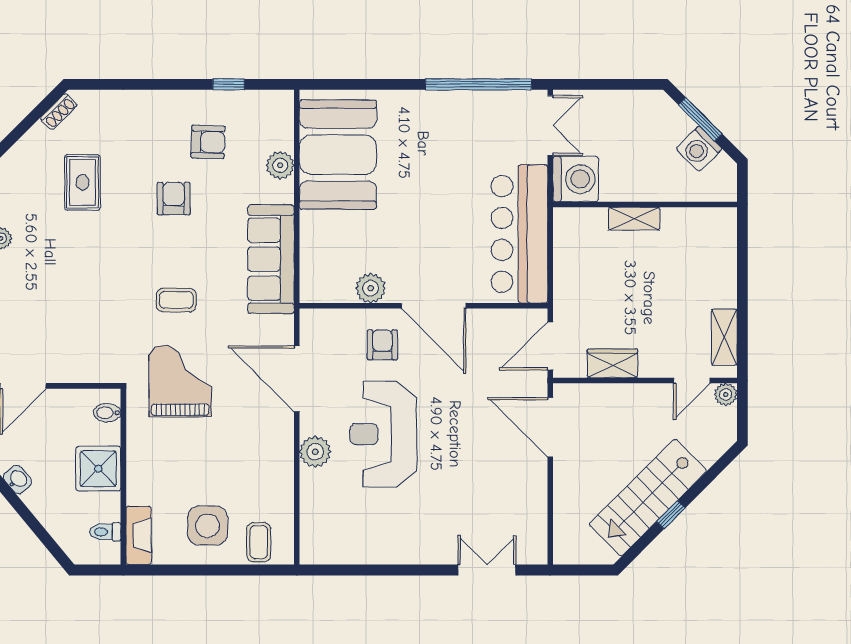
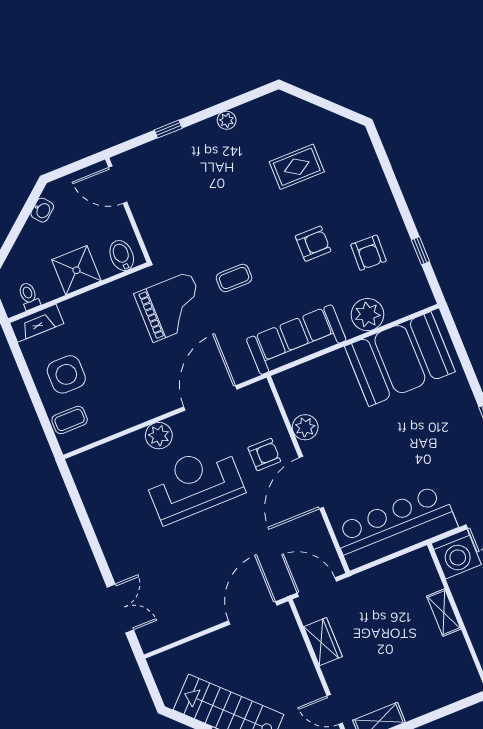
shoe rack: (59, 112) -> (345, 125), removed
plant: (280, 165) -> (367, 315), width x1.36, depth x1.36
coffee table: (176, 300) -> (234, 278), turned 90
bidet: (107, 413) -> (122, 256), width x1.38, depth x1.36

